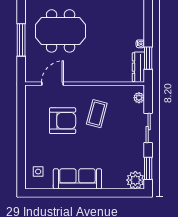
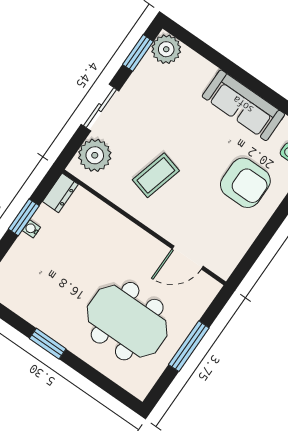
window: (148, 58) -> (24, 217), moved
dresser: (138, 67) -> (60, 193), width x0.70
plant: (139, 98) -> (95, 155), width x1.88, depth x1.88
armchair: (63, 121) -> (245, 183), moved, turned 180

